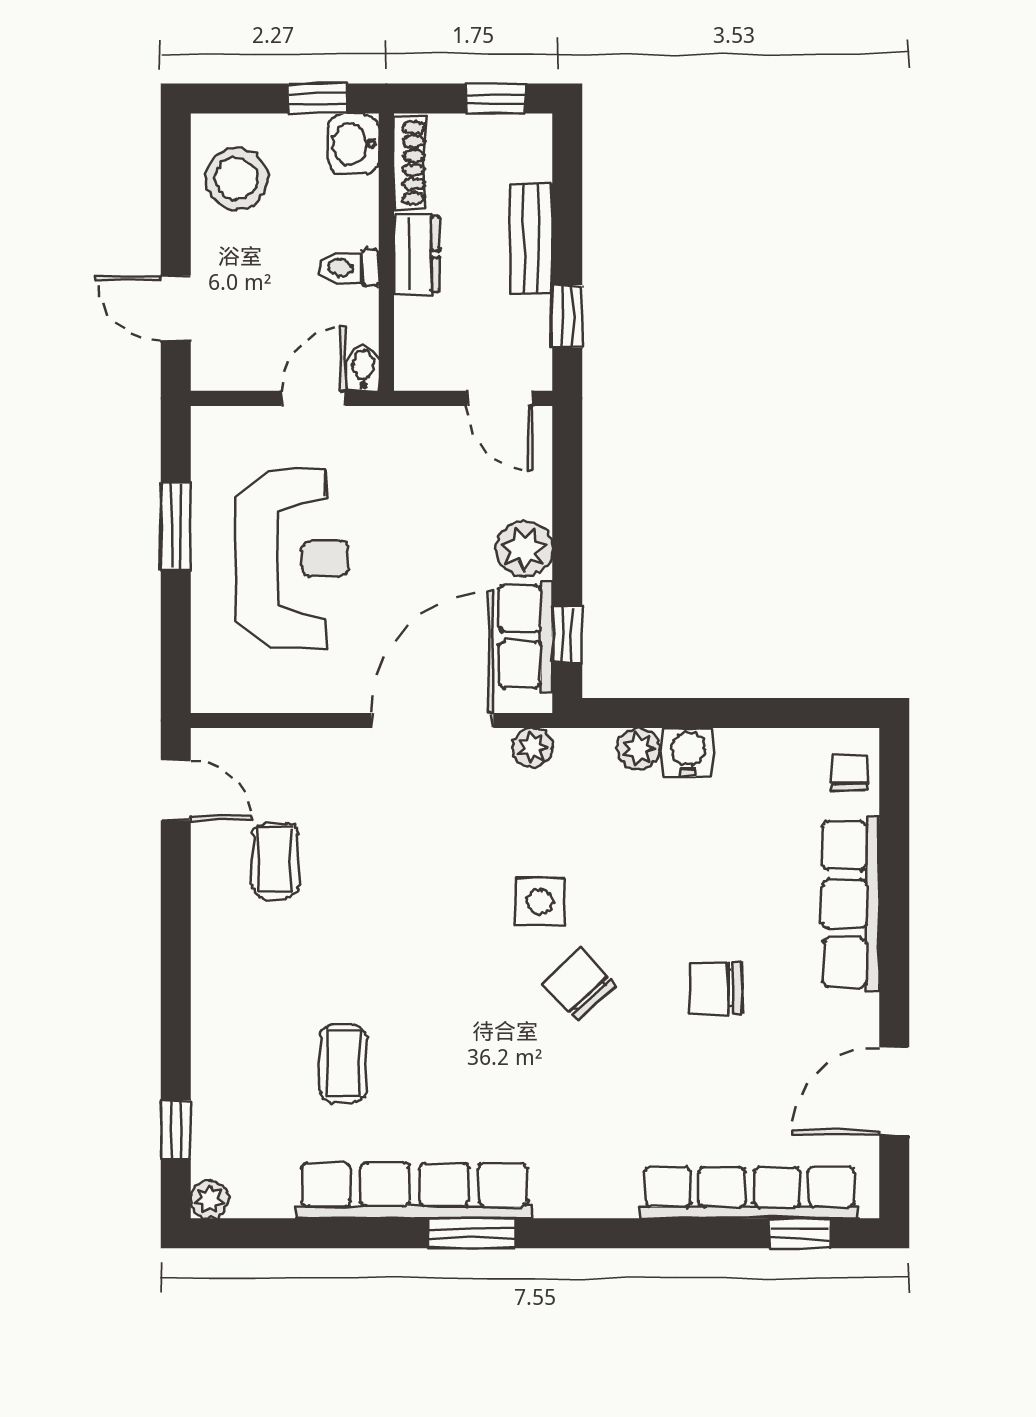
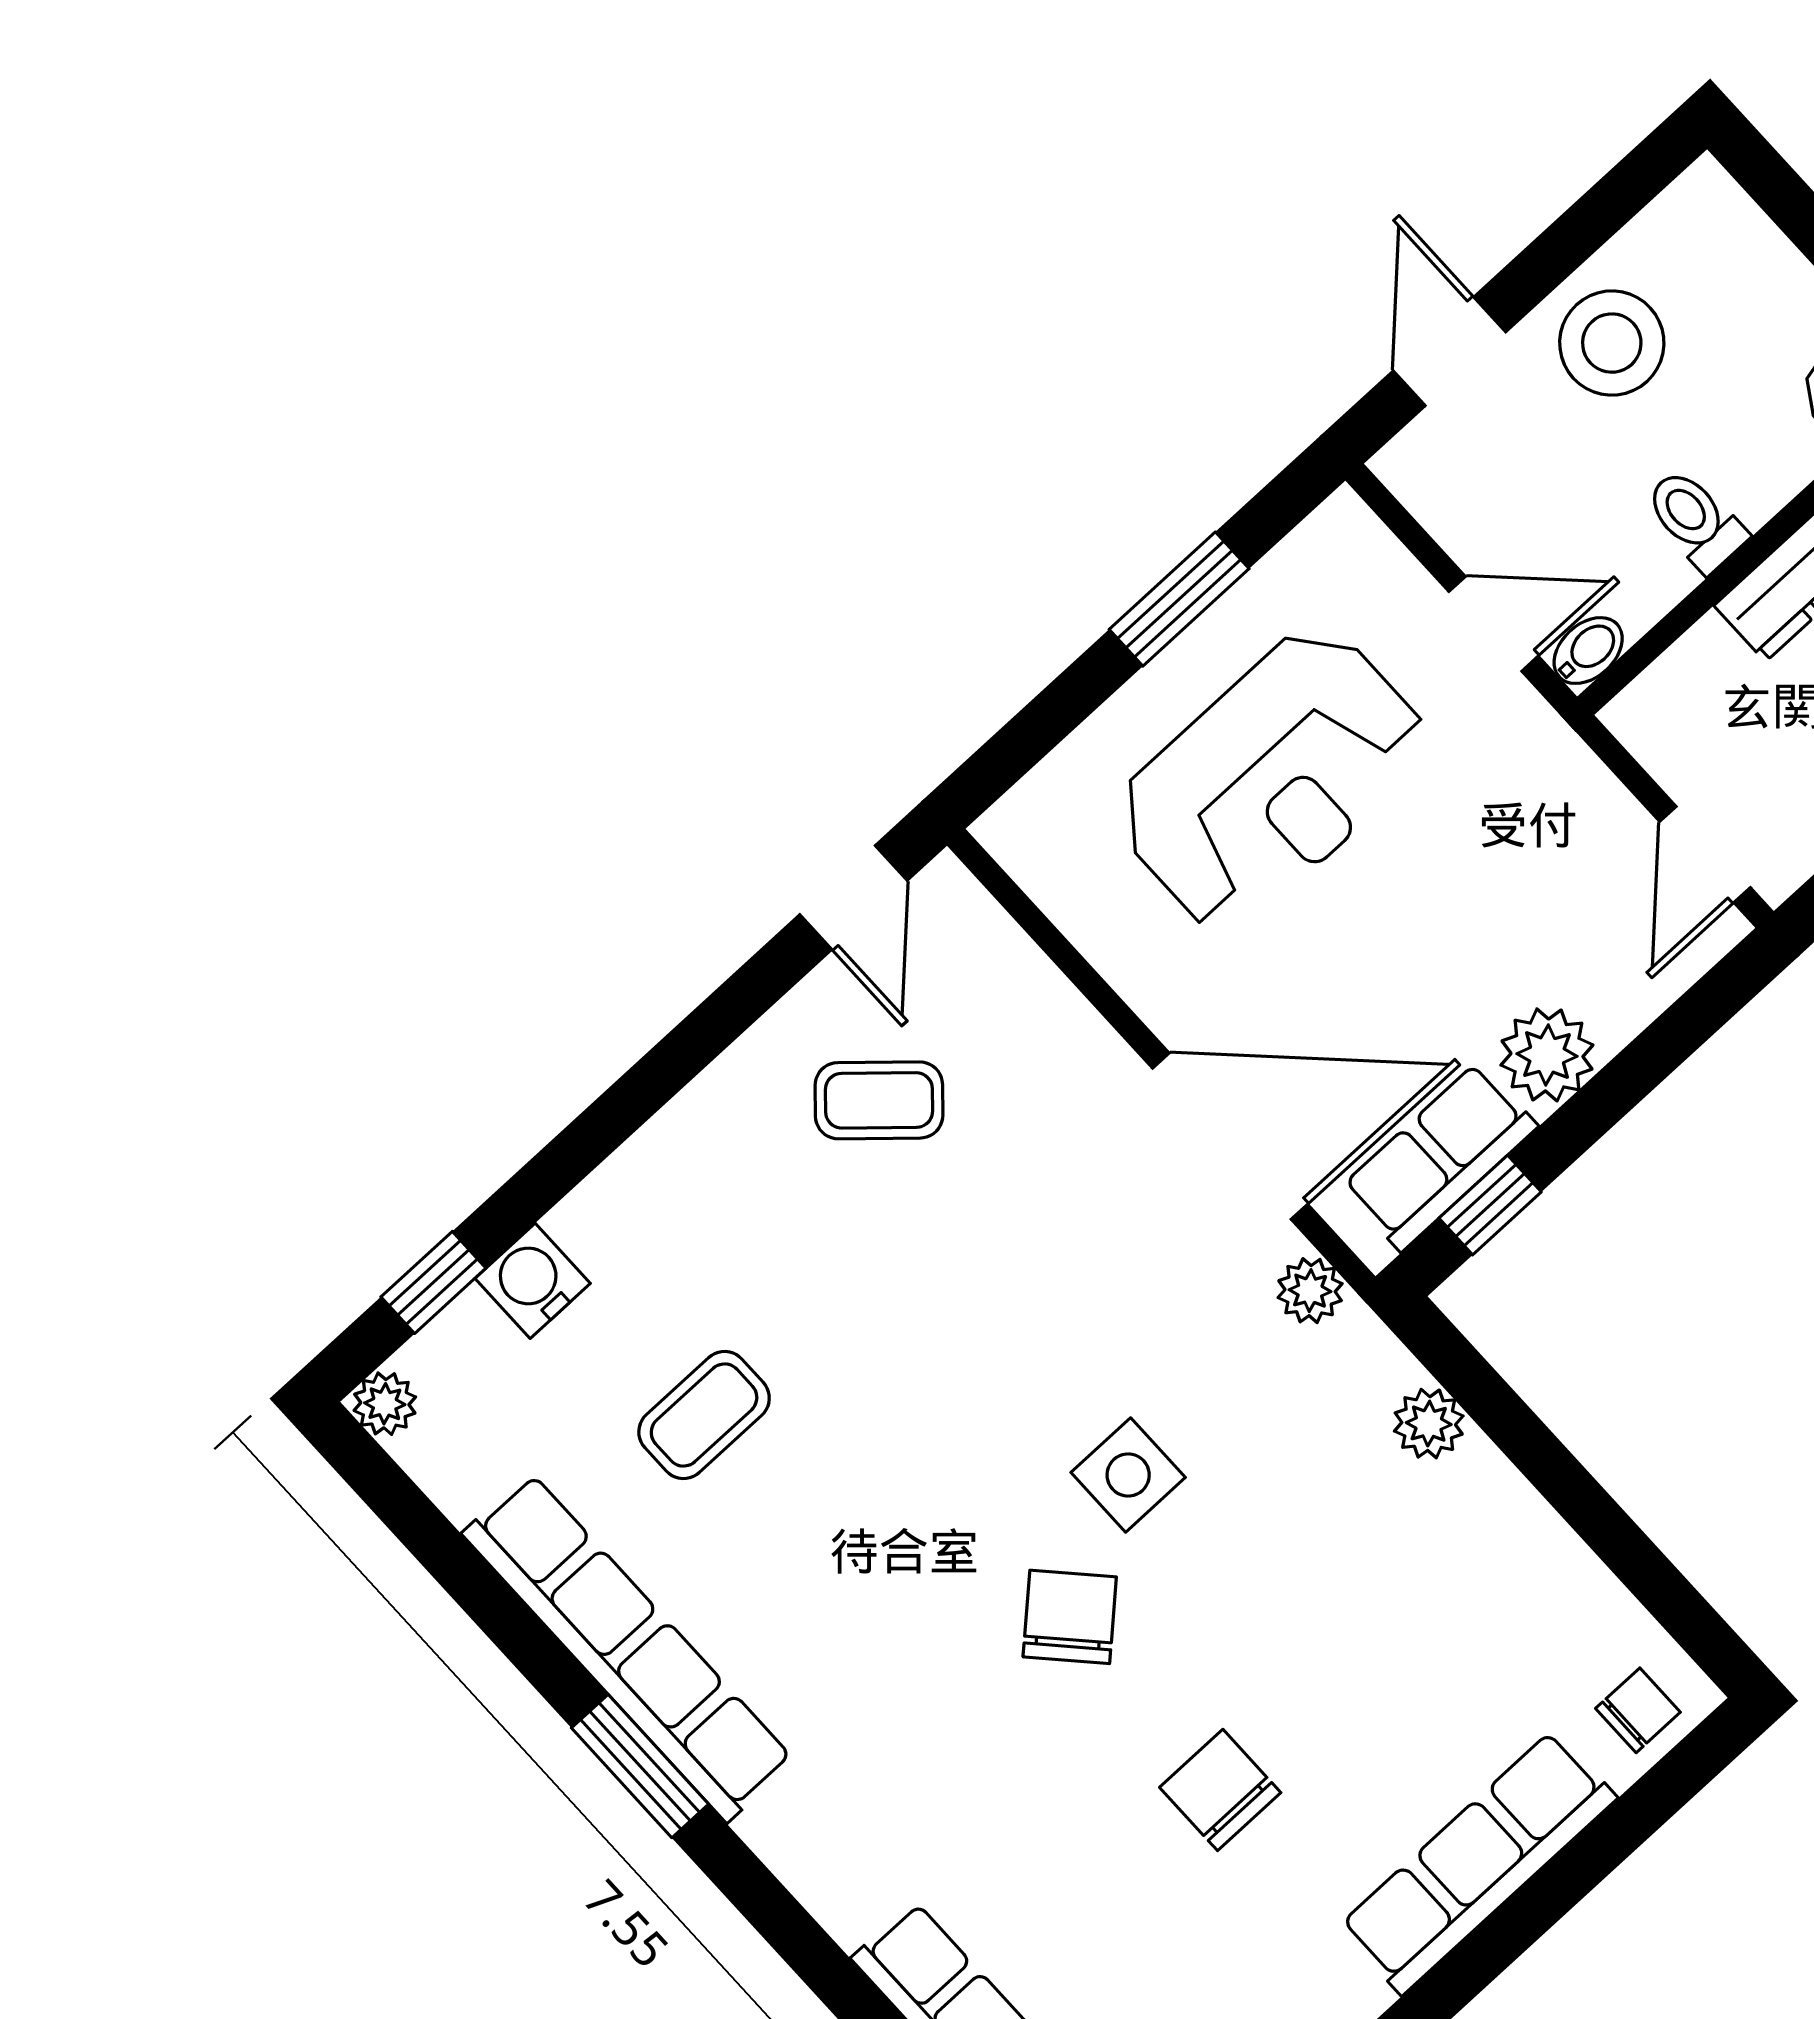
stool: (237, 179) -> (1612, 343), moved
water cooler: (688, 752) -> (533, 1281), moved, turned -90
coffee table: (275, 860) -> (879, 1100), turned 42

